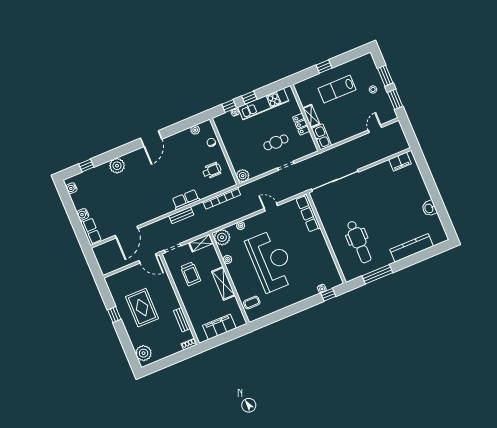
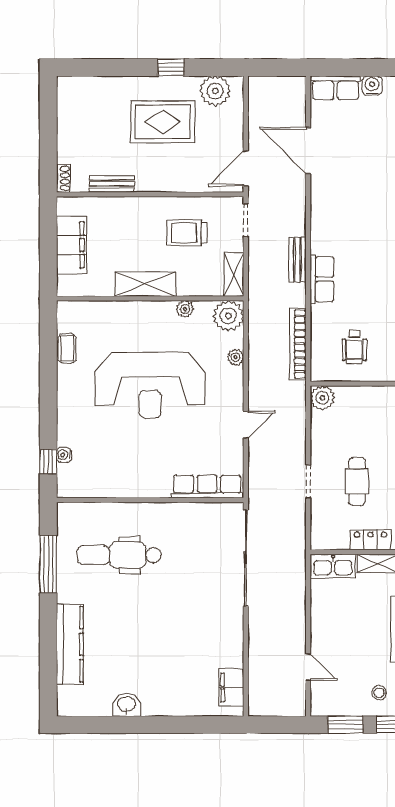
coffee table: (252, 303) -> (67, 348), moved
plant: (144, 353) -> (215, 91), moved

